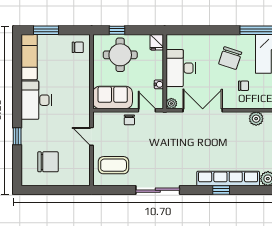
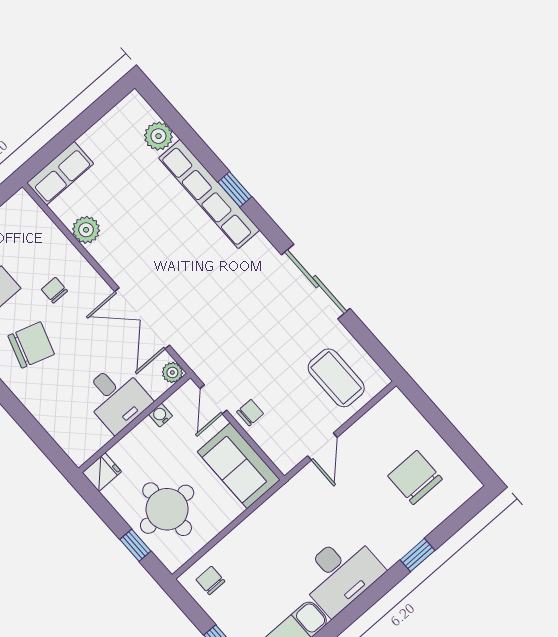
desk: (181, 68) -> (116, 398), width x0.73

